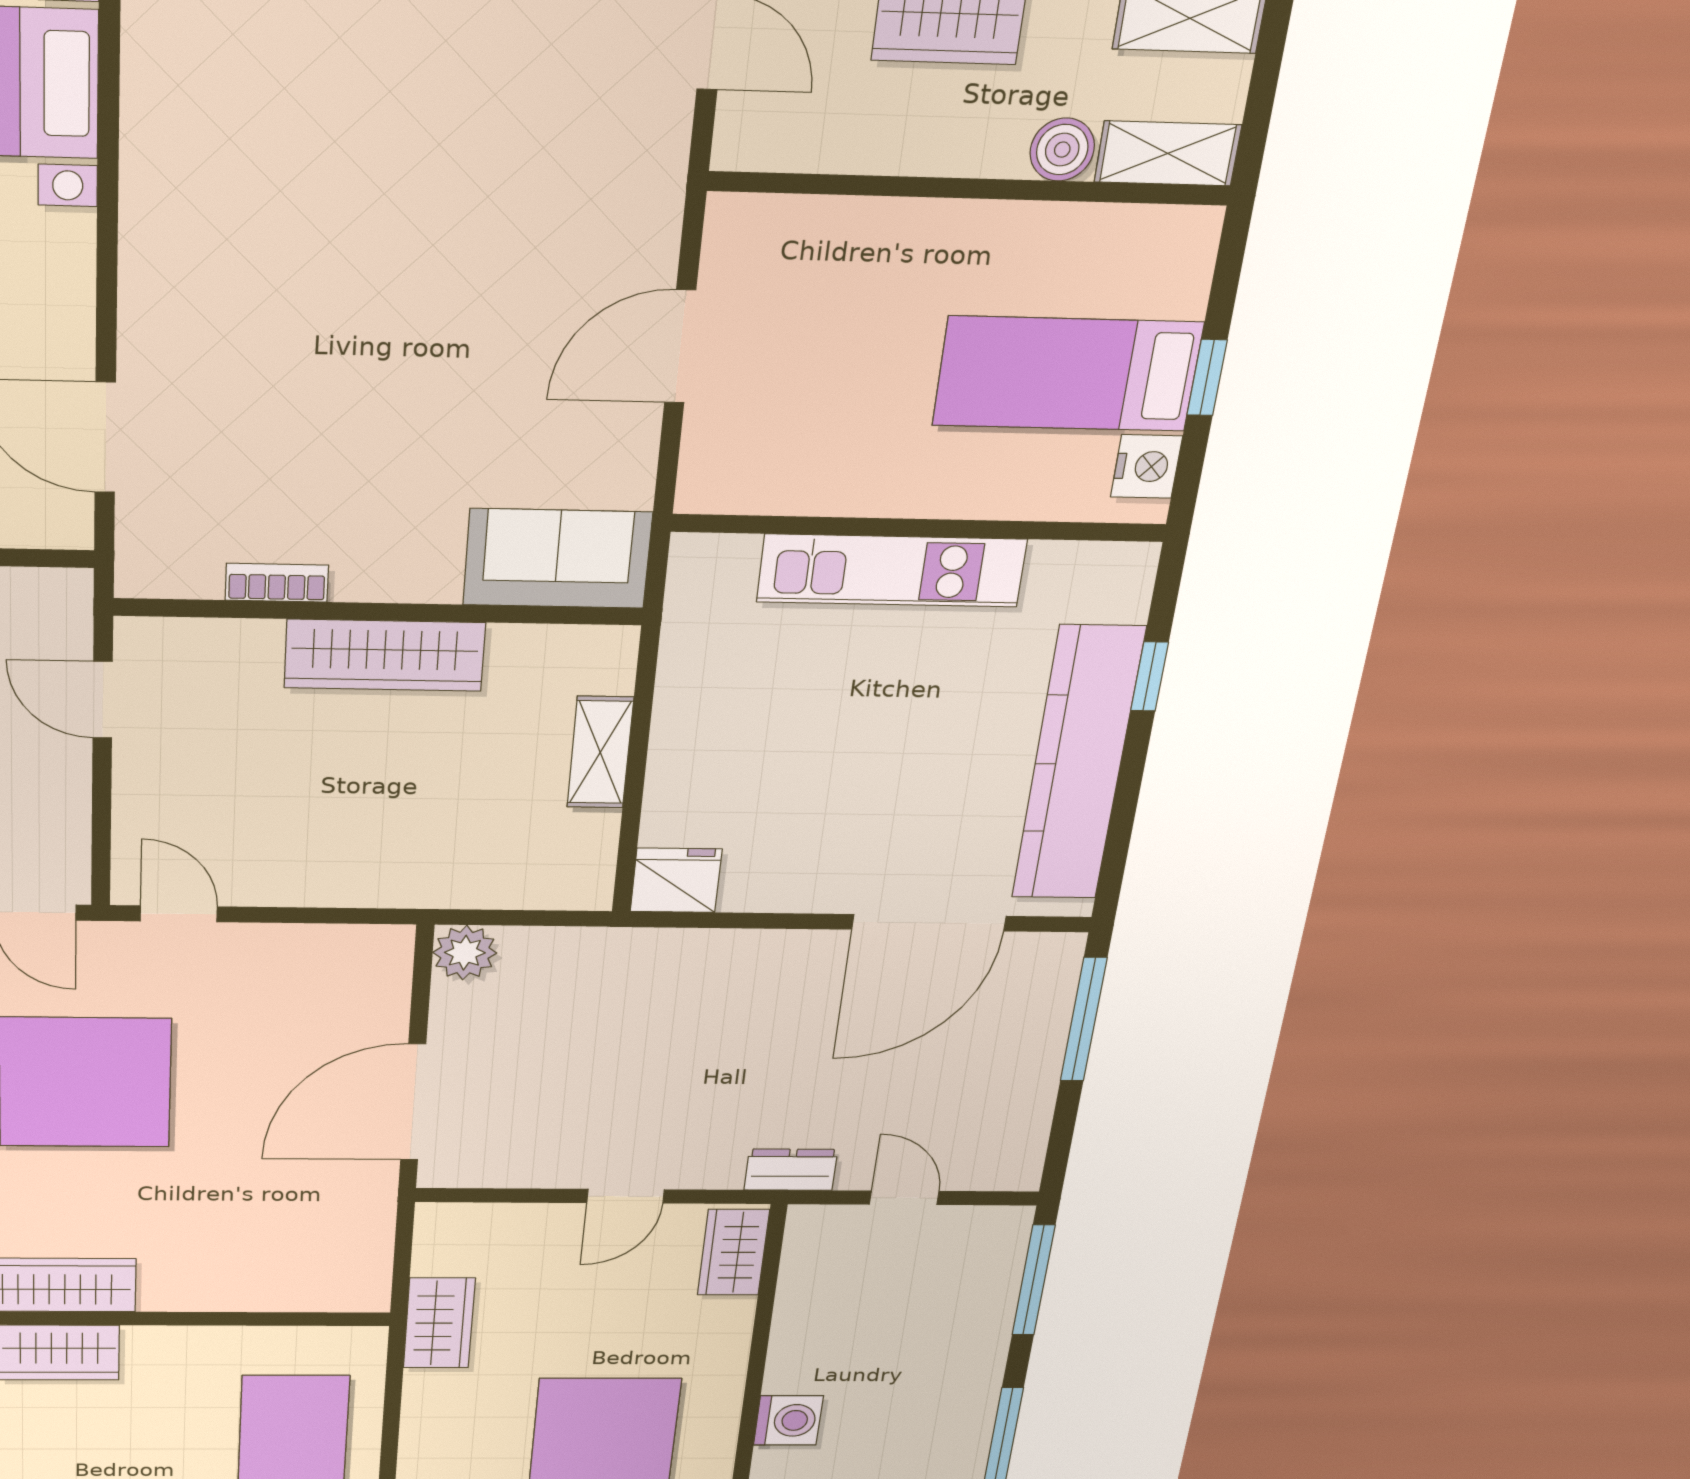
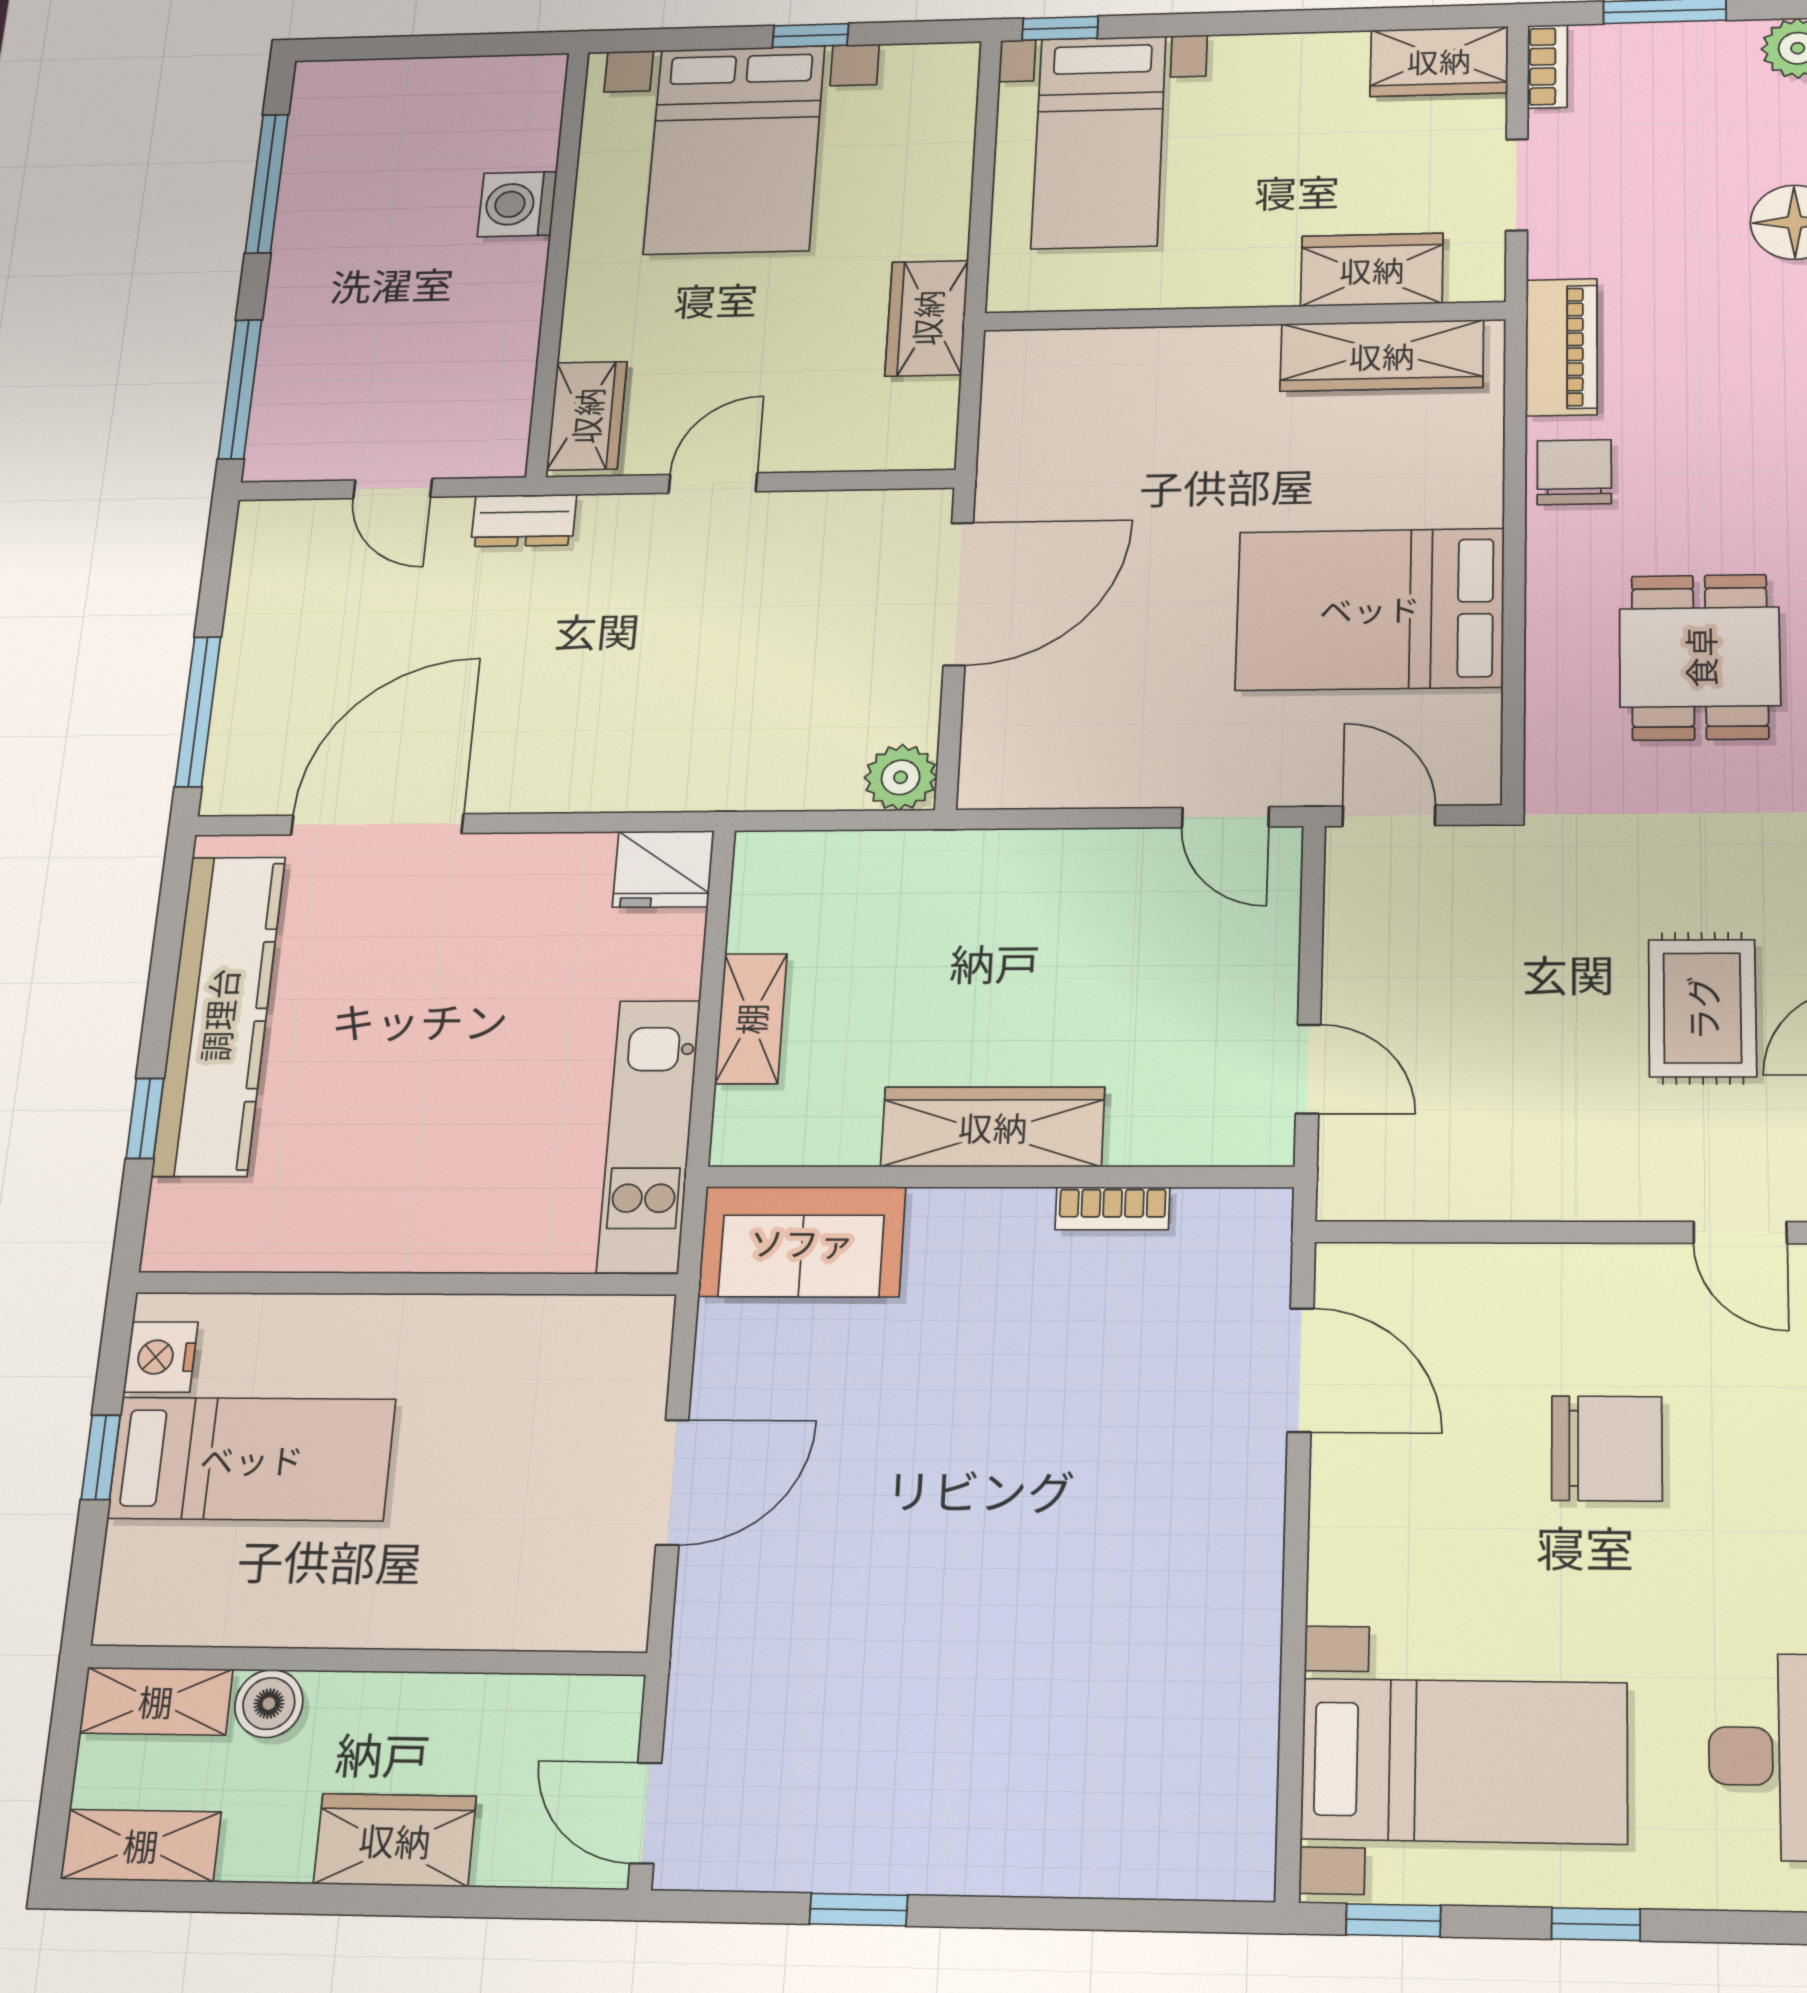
kitchen unit: (892, 571) -> (649, 1135), moved, turned -90

